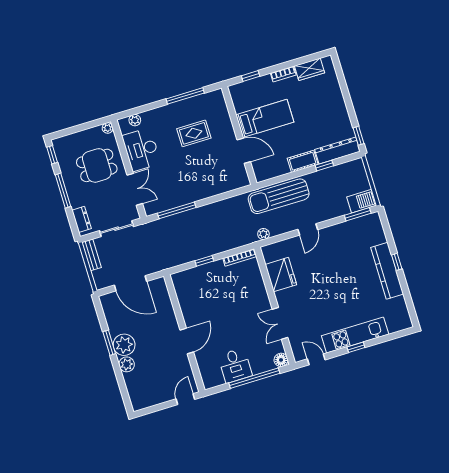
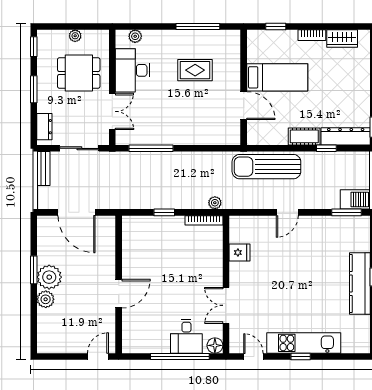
plant: (108, 128) -> (75, 36), moved
window: (63, 191) -> (34, 89), width x0.69
plant: (263, 234) -> (215, 203), moved
fridge: (281, 275) -> (240, 253), width x0.53, depth x0.75
desk: (235, 365) -> (186, 336), moved

